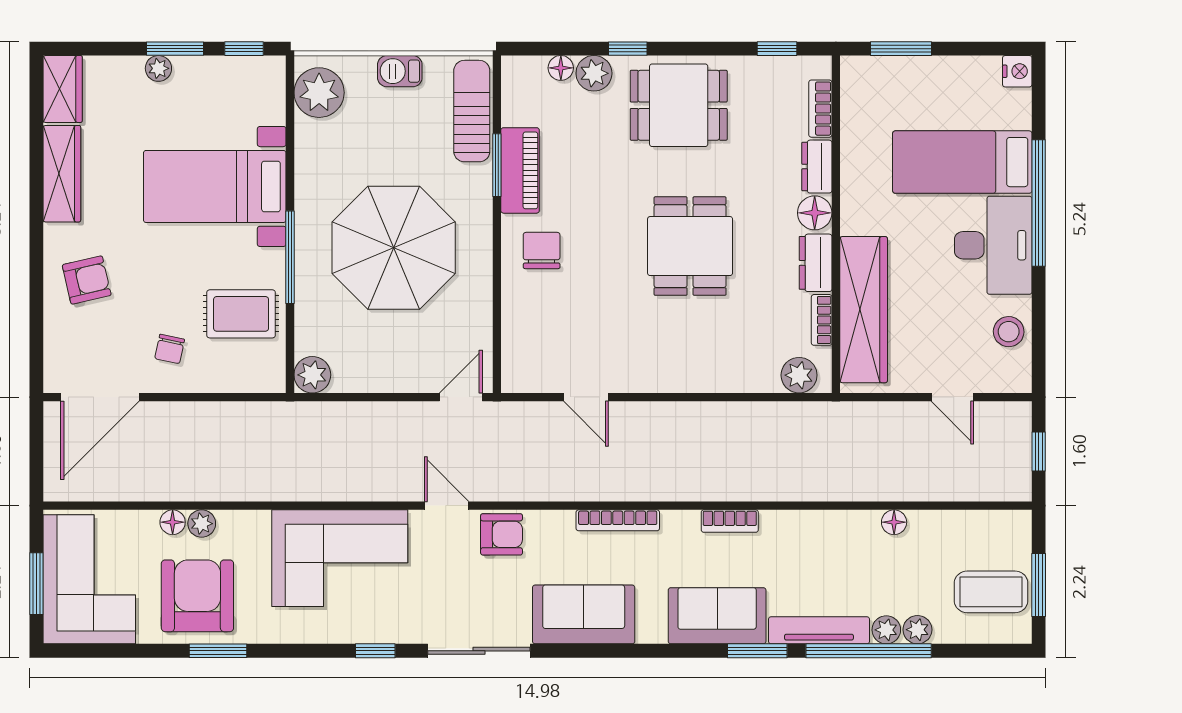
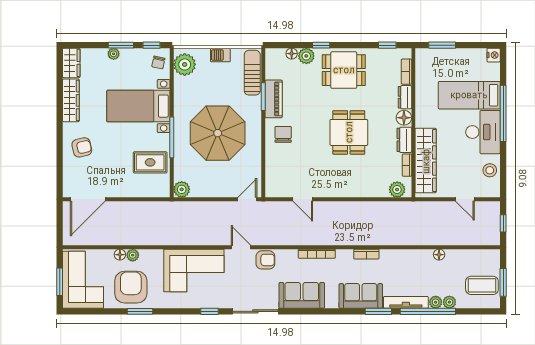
chair: (170, 349) -> (158, 62), moved

